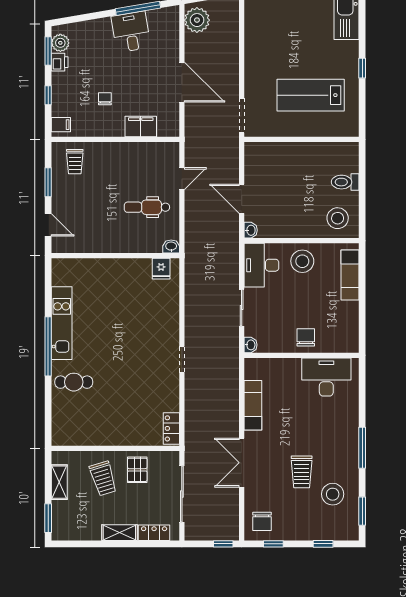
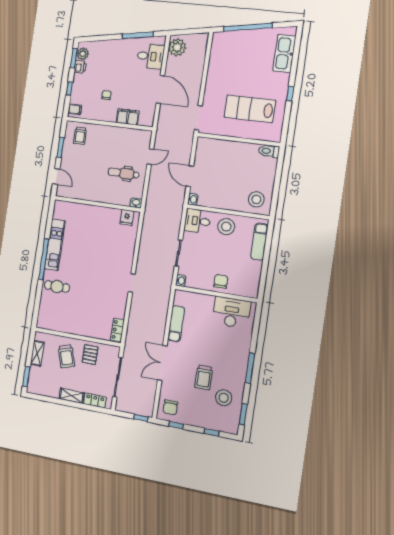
desk: (131, 32) -> (150, 56), moved, turned 100
toilet: (345, 182) -> (269, 151), moved
desk: (261, 265) -> (197, 221), width x0.73

